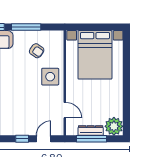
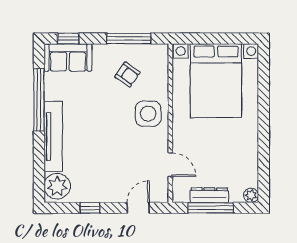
window: (26, 27) -> (129, 39), moved
plant: (114, 126) -> (251, 195), width x0.53, depth x0.53
window: (22, 139) -> (90, 208), moved

